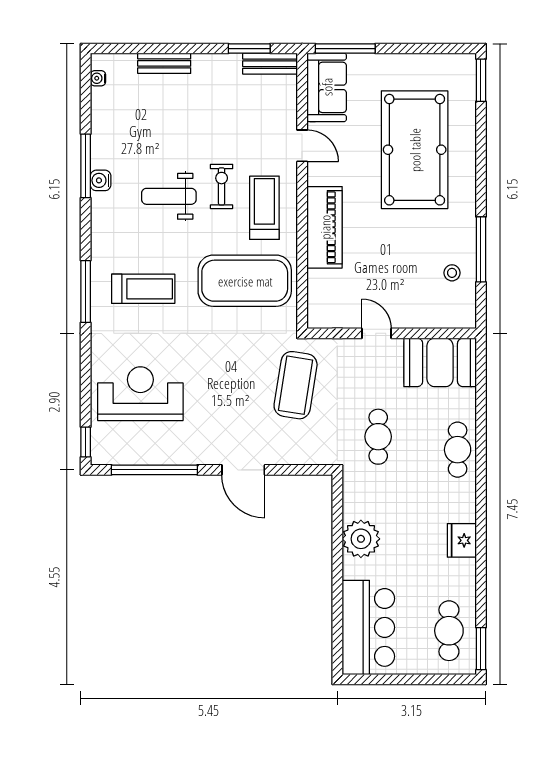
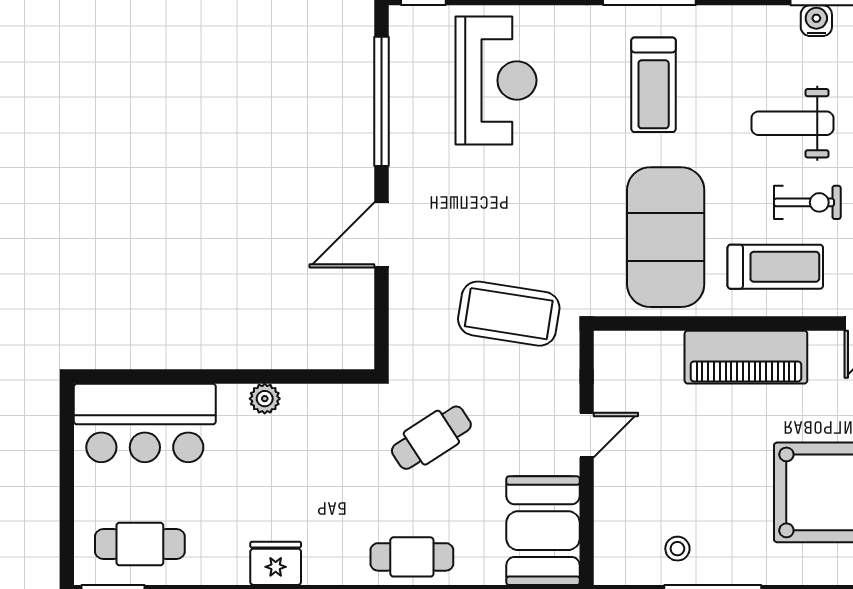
weight bench: (169, 196) -> (792, 123), turned -90
cafe table: (378, 437) -> (431, 438), turned -33
plant: (361, 539) -> (265, 399), width x0.53, depth x0.53

